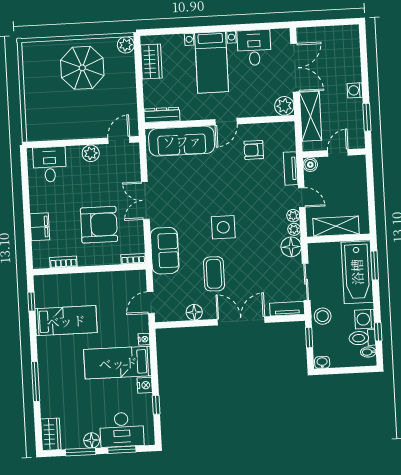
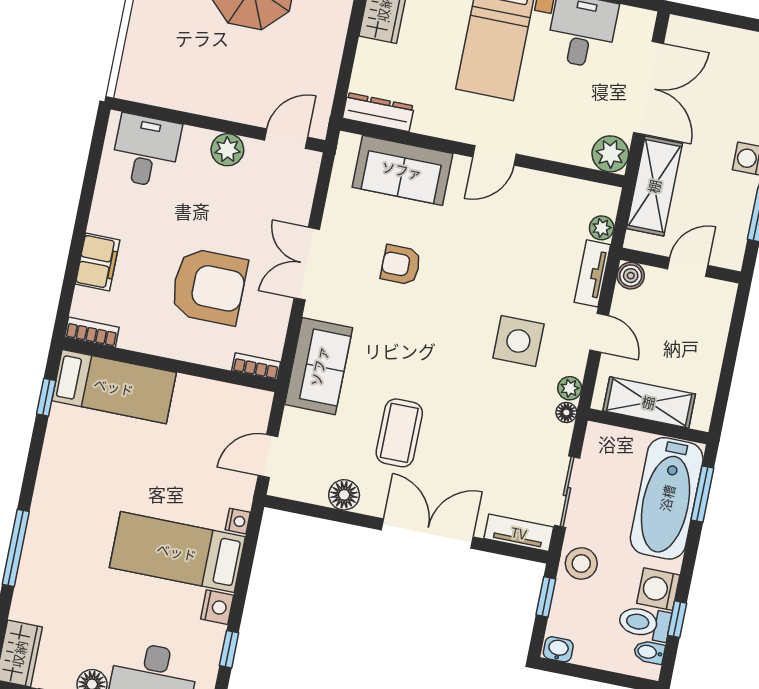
sofa: (182, 141) -> (402, 170), width x0.73
armchair: (254, 150) -> (401, 265), moved
plant: (293, 216) -> (602, 228), moved
side table: (223, 227) -> (518, 341), moved
floor lamp: (291, 247) -> (566, 412), width x0.53, depth x0.53
bookcase: (63, 262) -> (92, 332), moved
bed: (66, 321) -> (114, 387), moved

